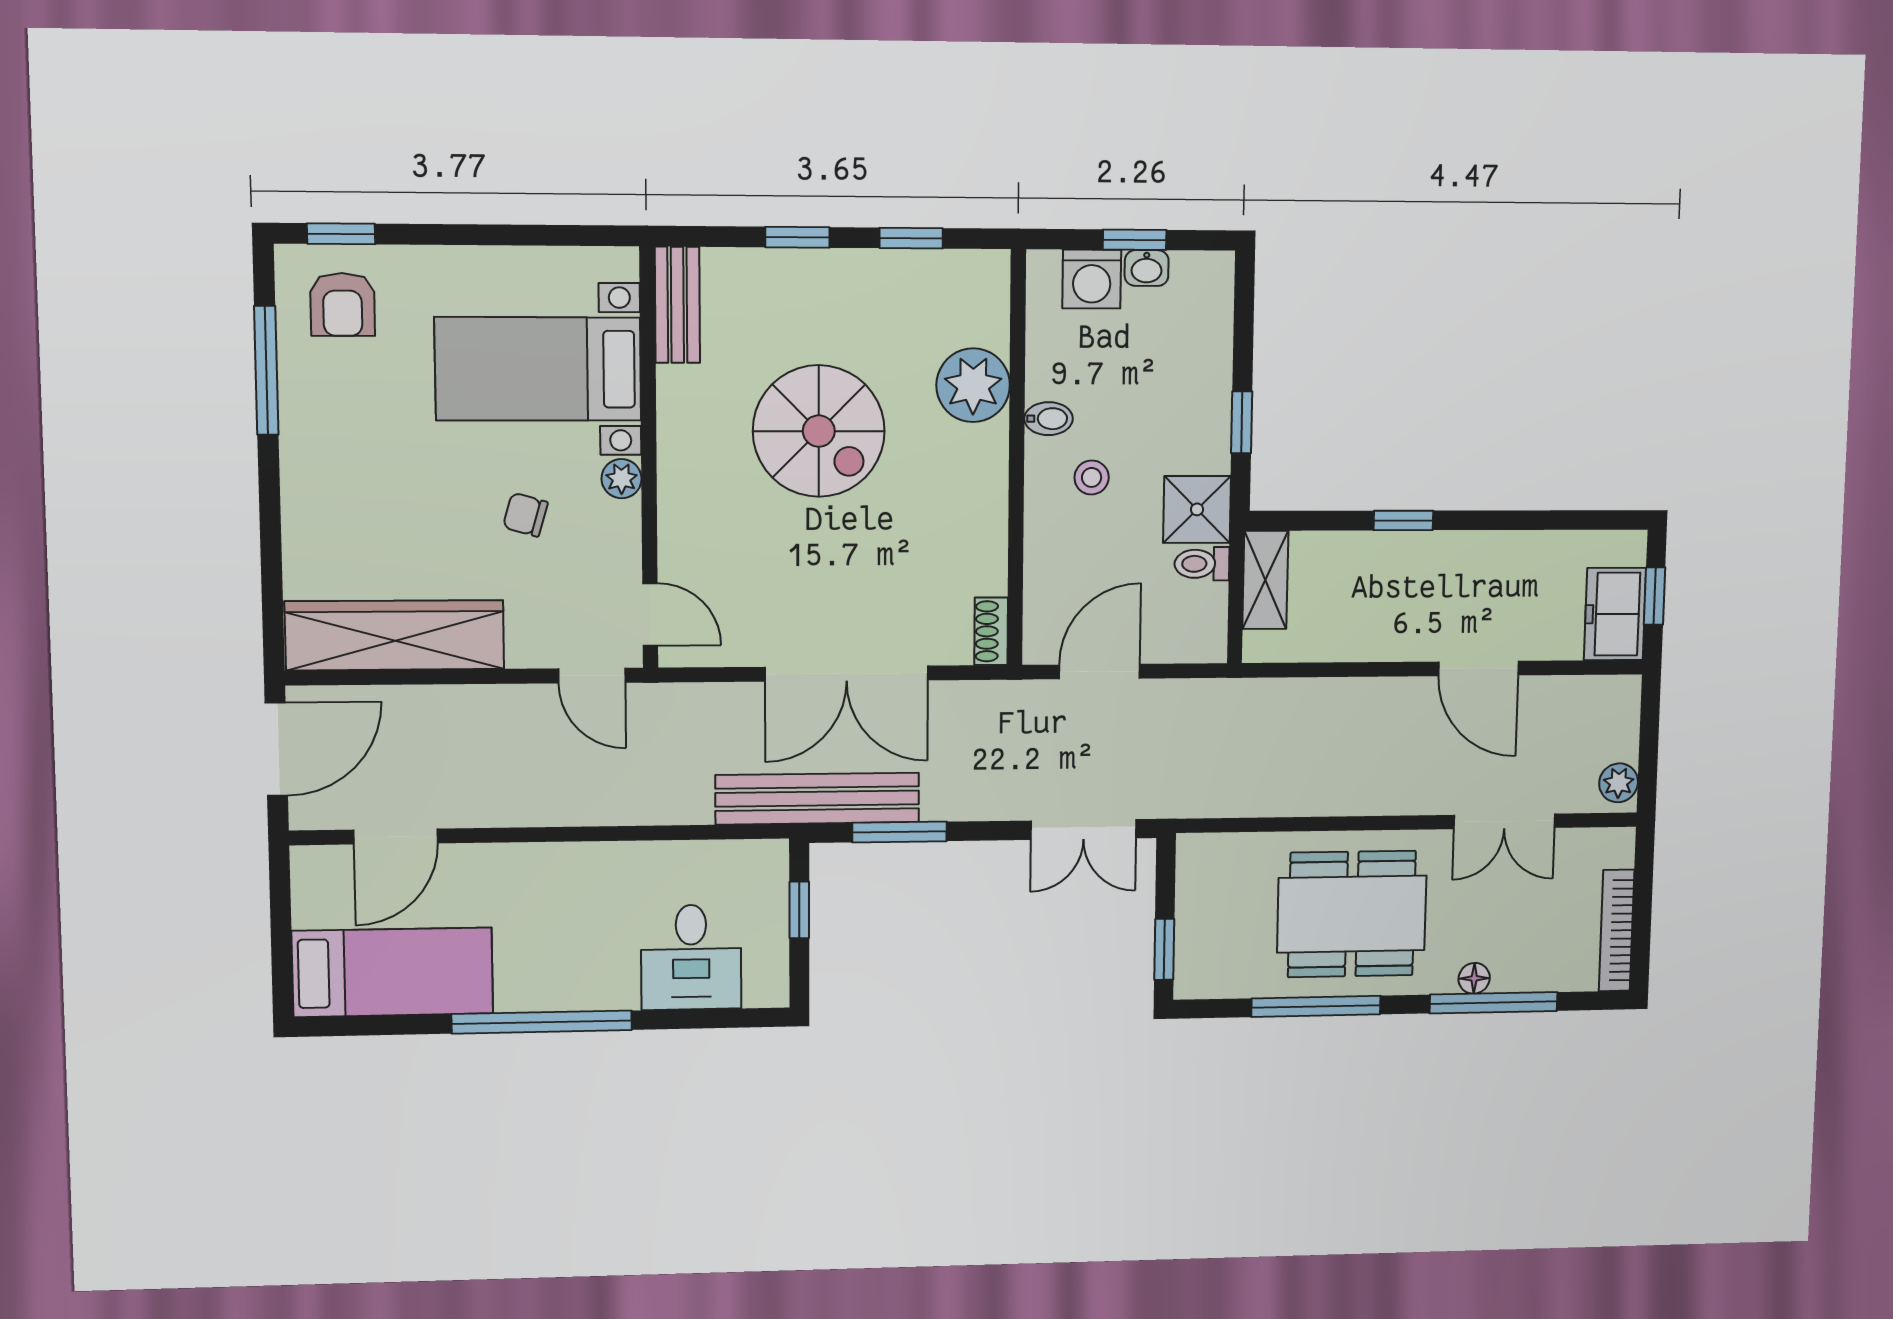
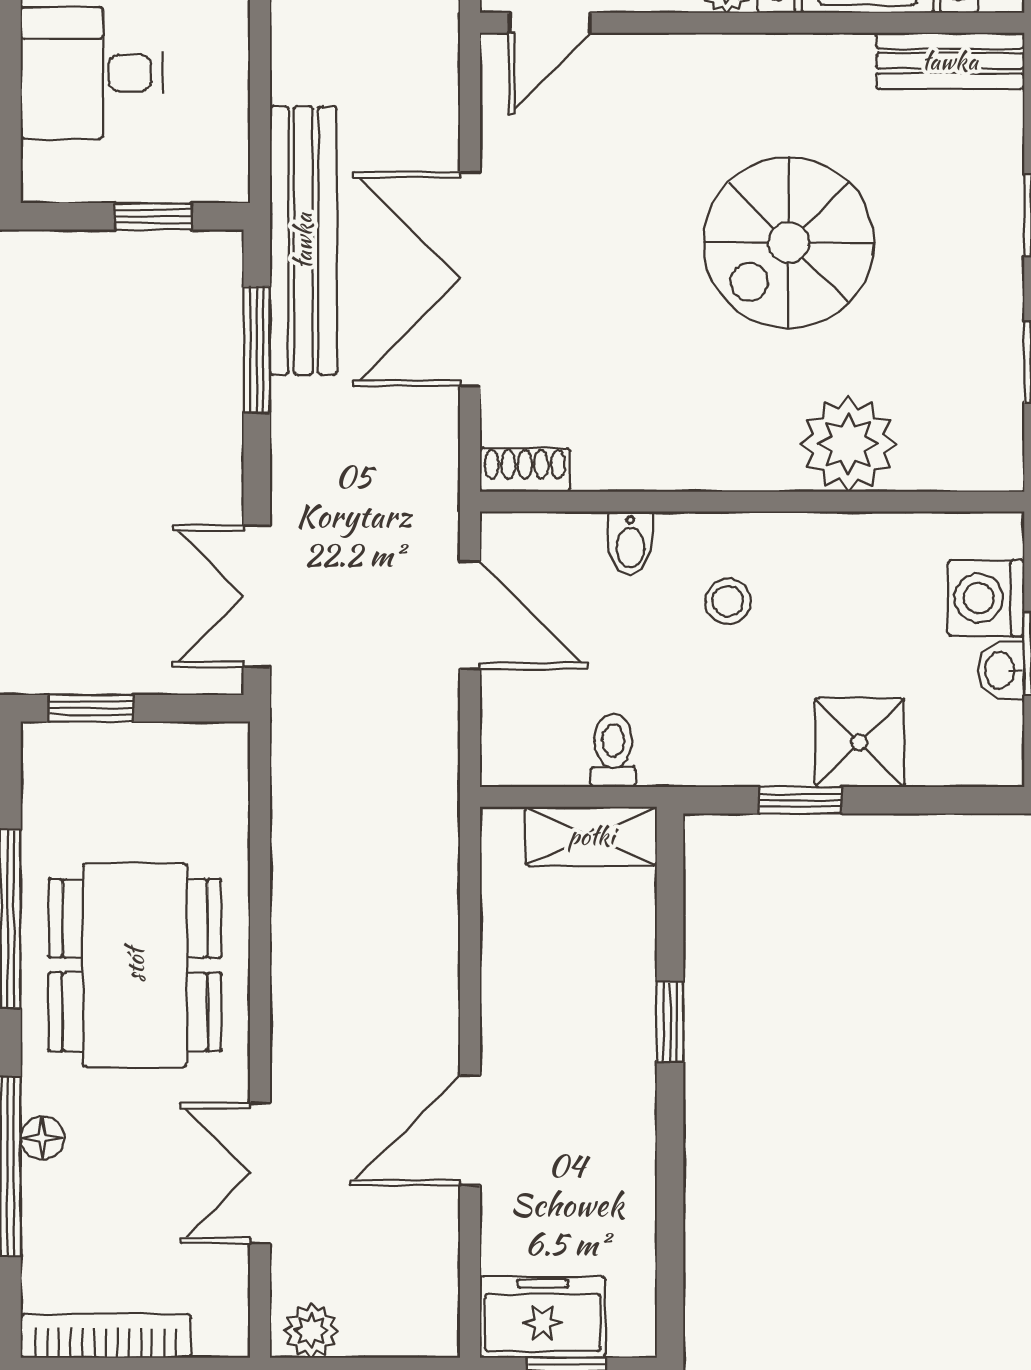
bidet: (1049, 419) -> (630, 543), moved
shower: (1197, 509) -> (859, 743), moved

